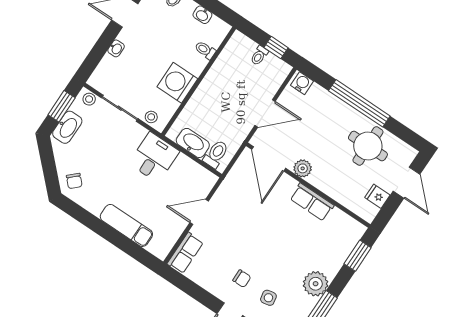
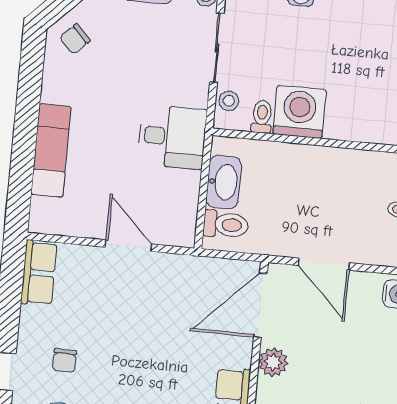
toilet: (205, 50) -> (262, 117), moved
row of seats: (185, 253) -> (39, 273), moved, turned -90

